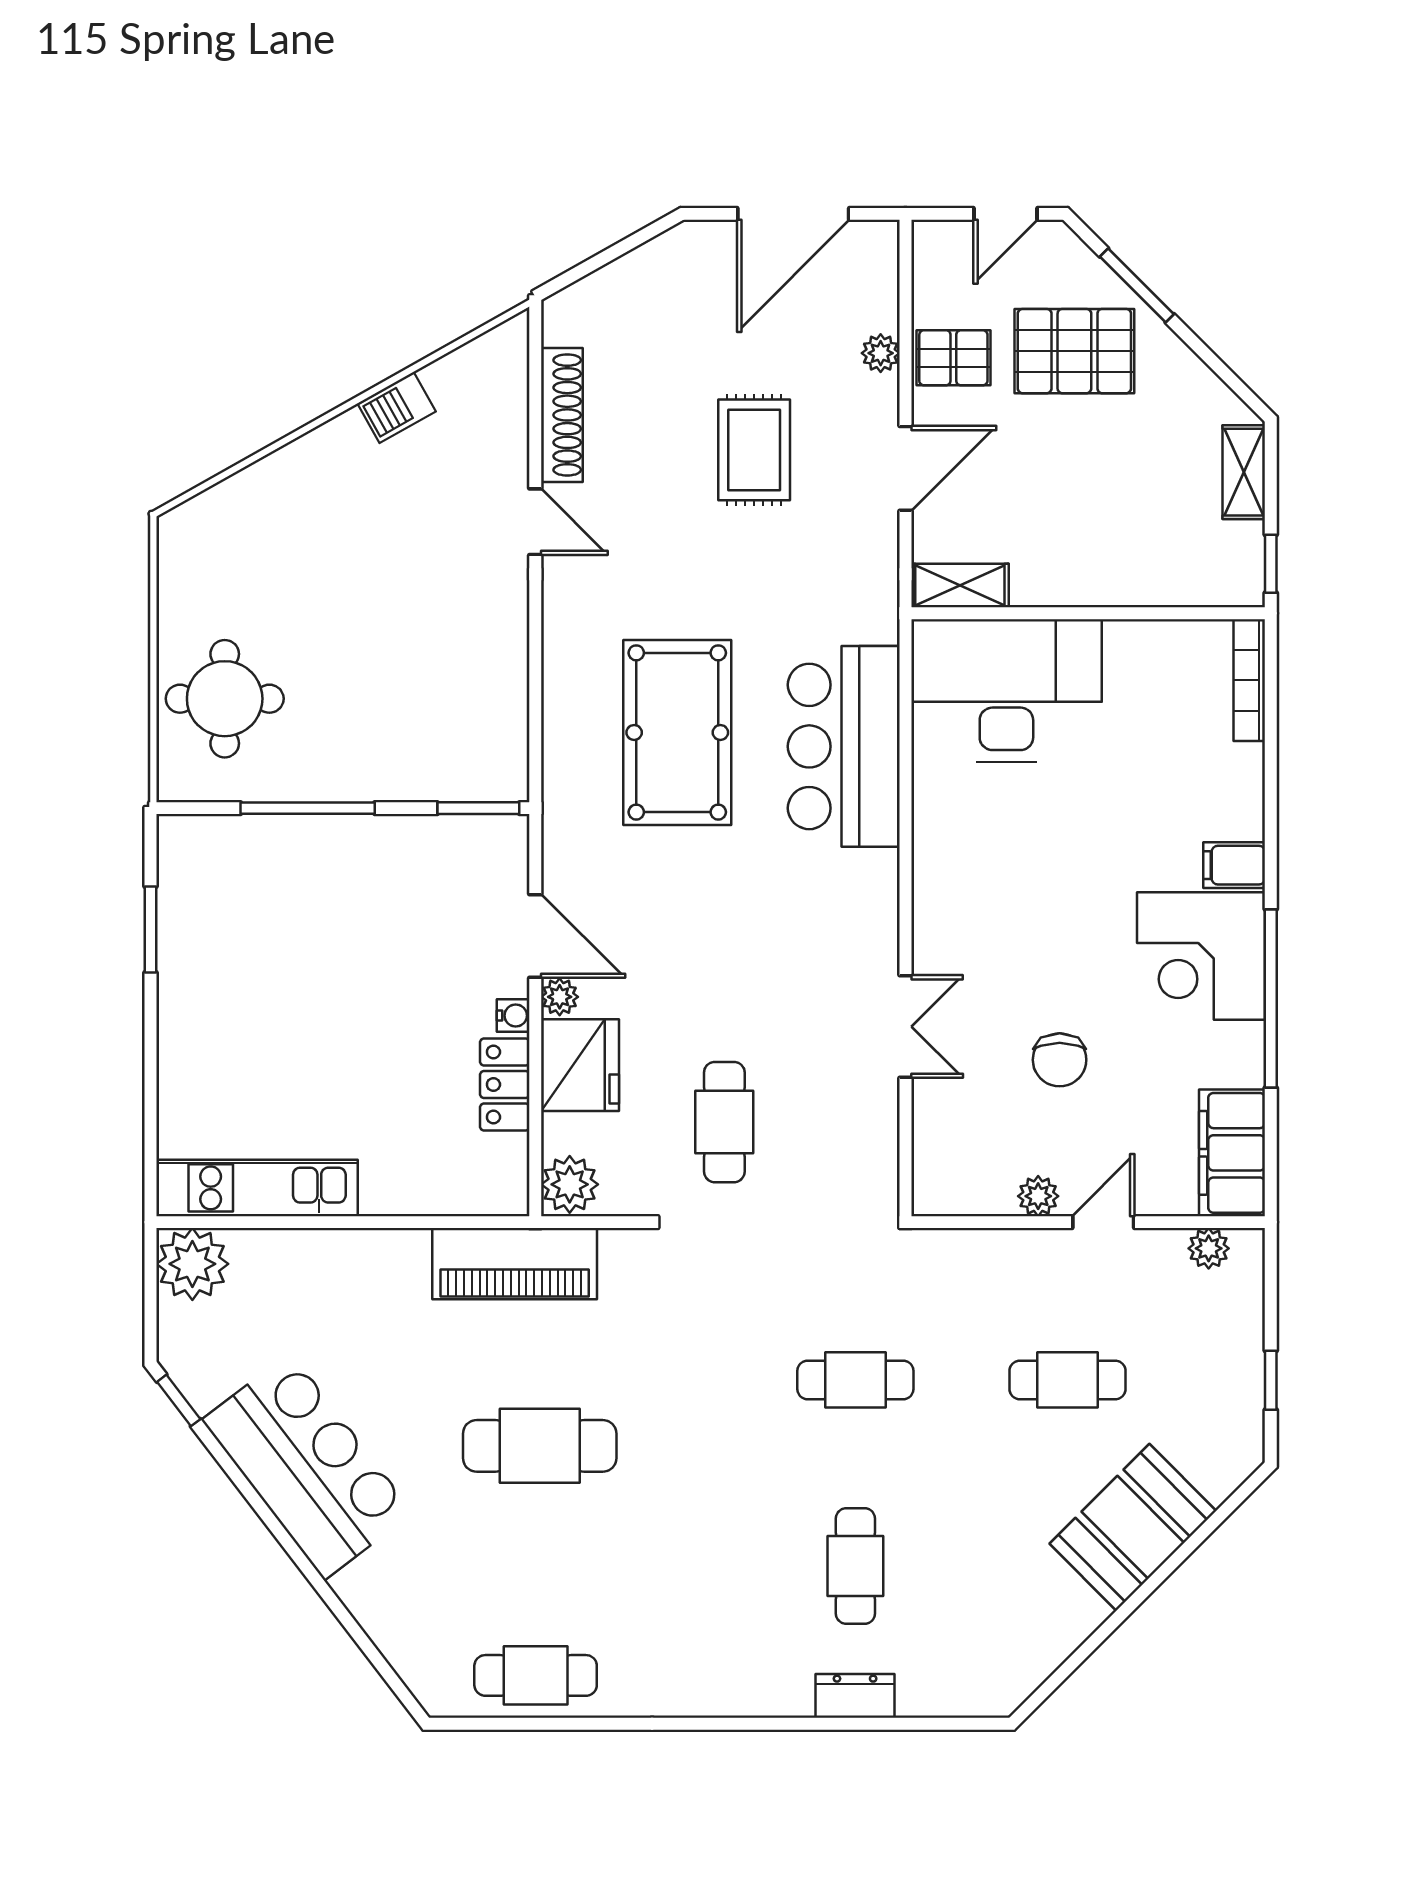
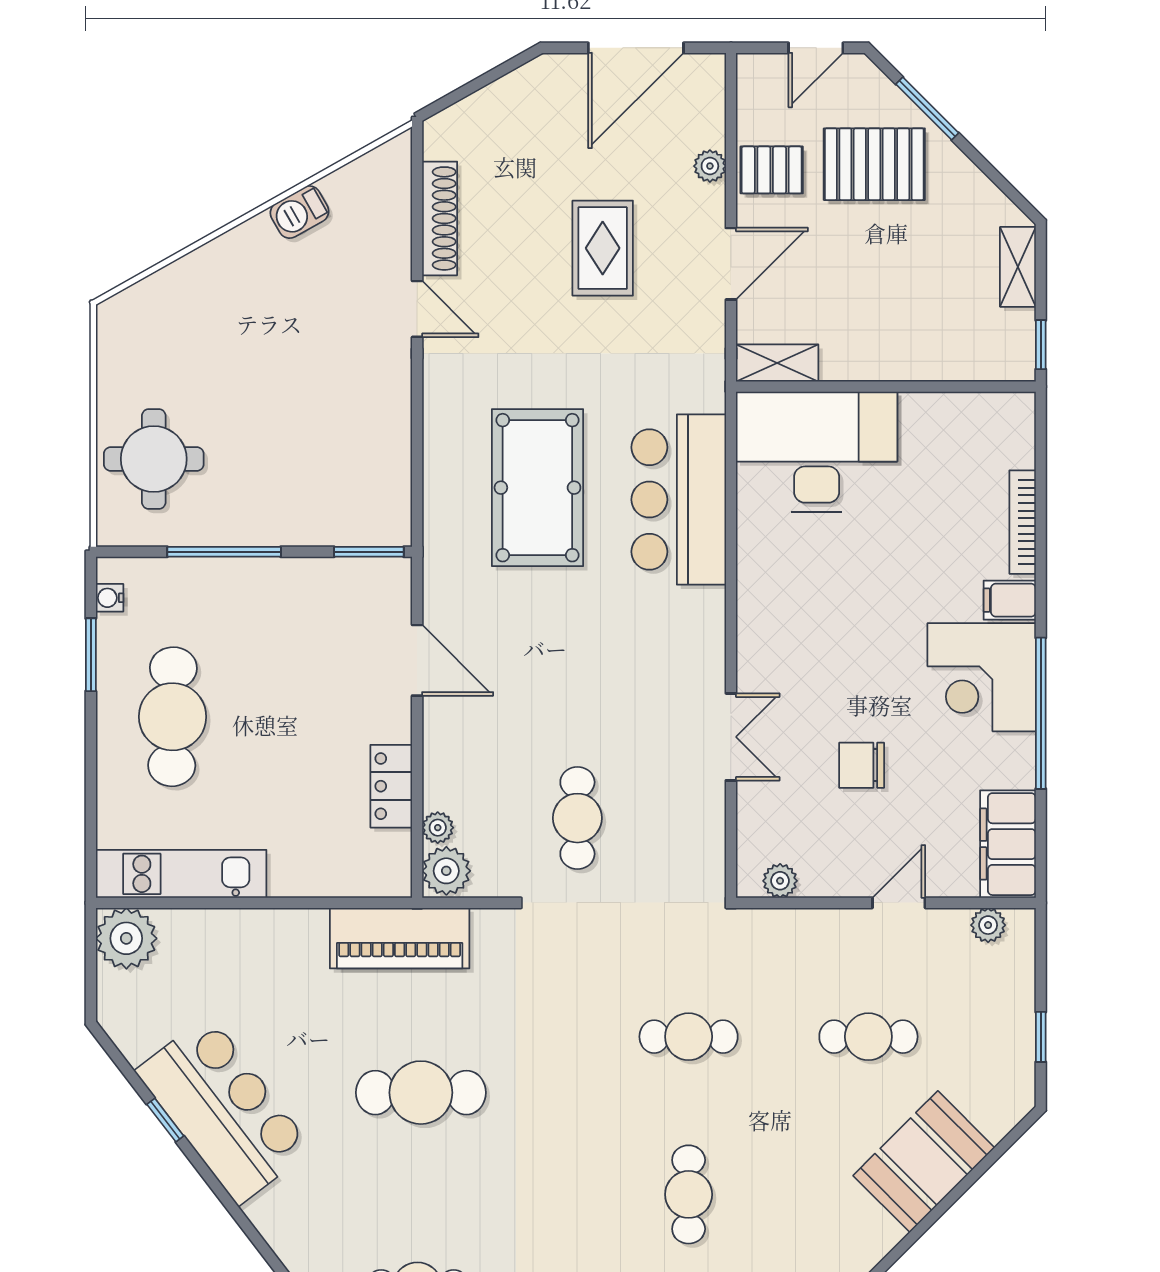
bookcase: (1249, 680) -> (1023, 522), moved
plant: (560, 997) -> (438, 828), moved
cafe table: (247, 1003) -> (173, 717), added
water cooler: (513, 1016) -> (110, 598), moved, turned 180
chair: (1060, 1060) -> (862, 765), turned 90
fridge: (580, 1065) -> (455, 770), removed
plant: (1038, 1196) -> (780, 881), moved
window: (179, 1400) -> (165, 1120), moved

